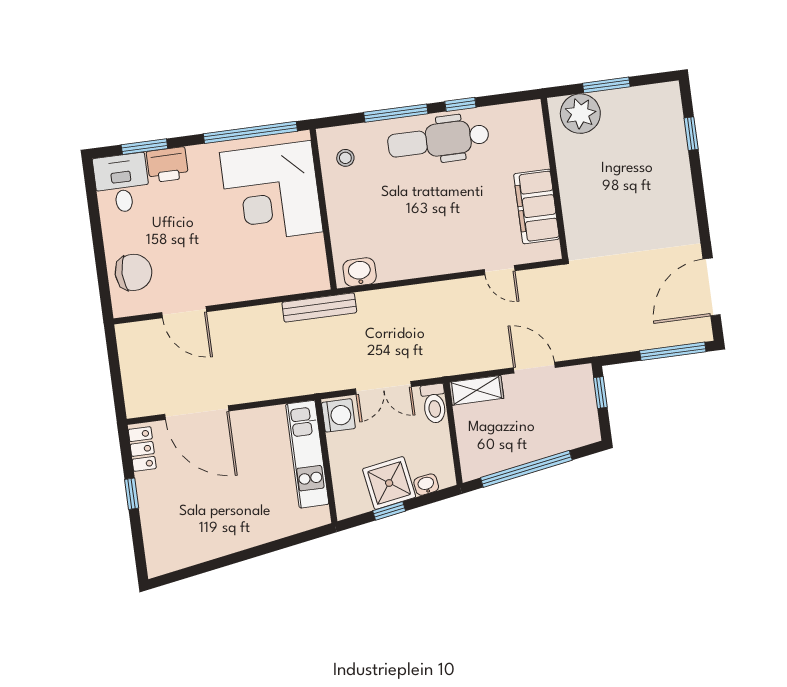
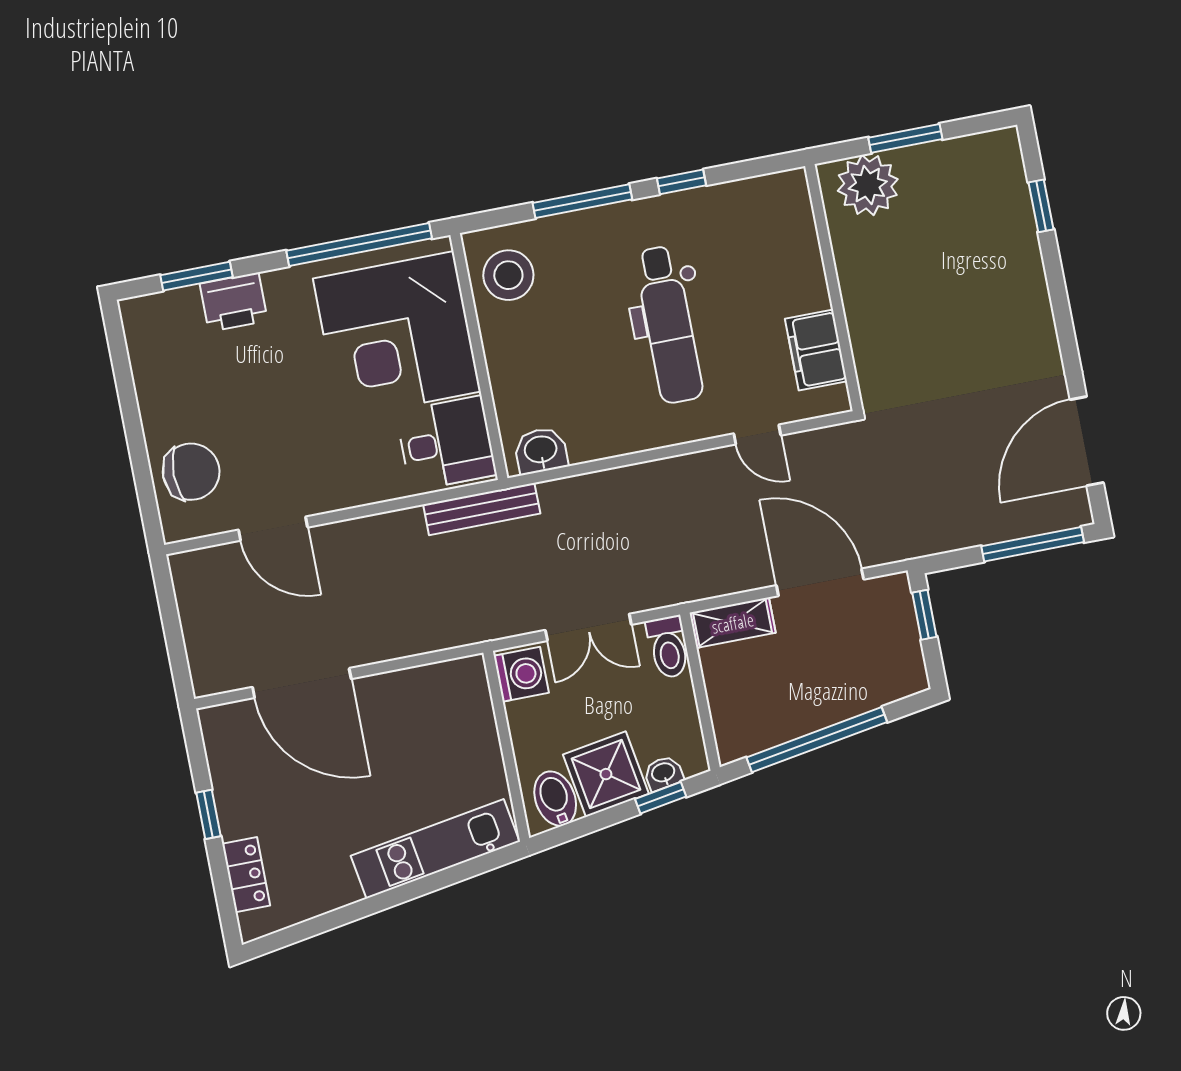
dental chair: (438, 140) -> (669, 325), moved, turned -90
stool: (345, 158) -> (508, 275), width x1.89, depth x1.89
desk: (122, 183) -> (446, 443), moved, turned 90
filing cabinet: (536, 206) -> (816, 350), width x0.67, depth x0.86
door: (534, 368) -> (820, 582), width x1.36
locker: (142, 449) -> (246, 875), moved
kitchen unit: (307, 454) -> (435, 849), moved, turned 81
bidet: (355, 497) -> (555, 799), added
window: (389, 511) -> (661, 798), moved

